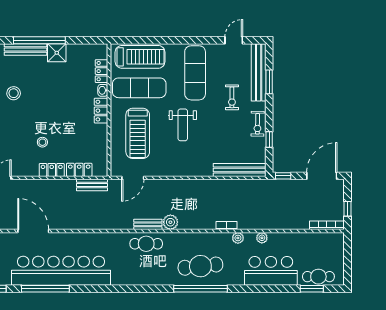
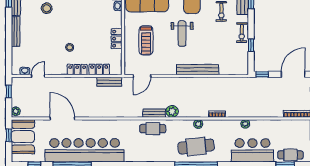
locker: (101, 111) -> (117, 39), moved
treadmill: (138, 133) -> (146, 40), width x0.73, depth x0.73
bench: (240, 170) -> (198, 70), moved
plant: (238, 238) -> (198, 124), moved

